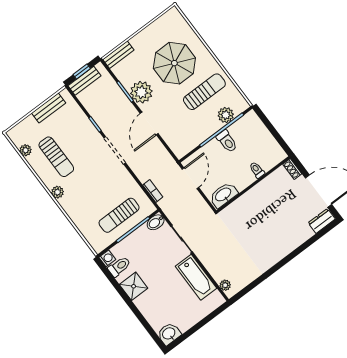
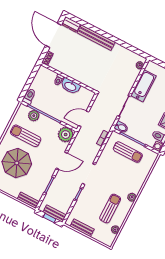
plant: (141, 92) -> (66, 135), moved
toilet: (227, 141) -> (29, 96), moved
washbasin: (223, 195) -> (70, 86), moved
bench: (289, 246) -> (96, 38), added

